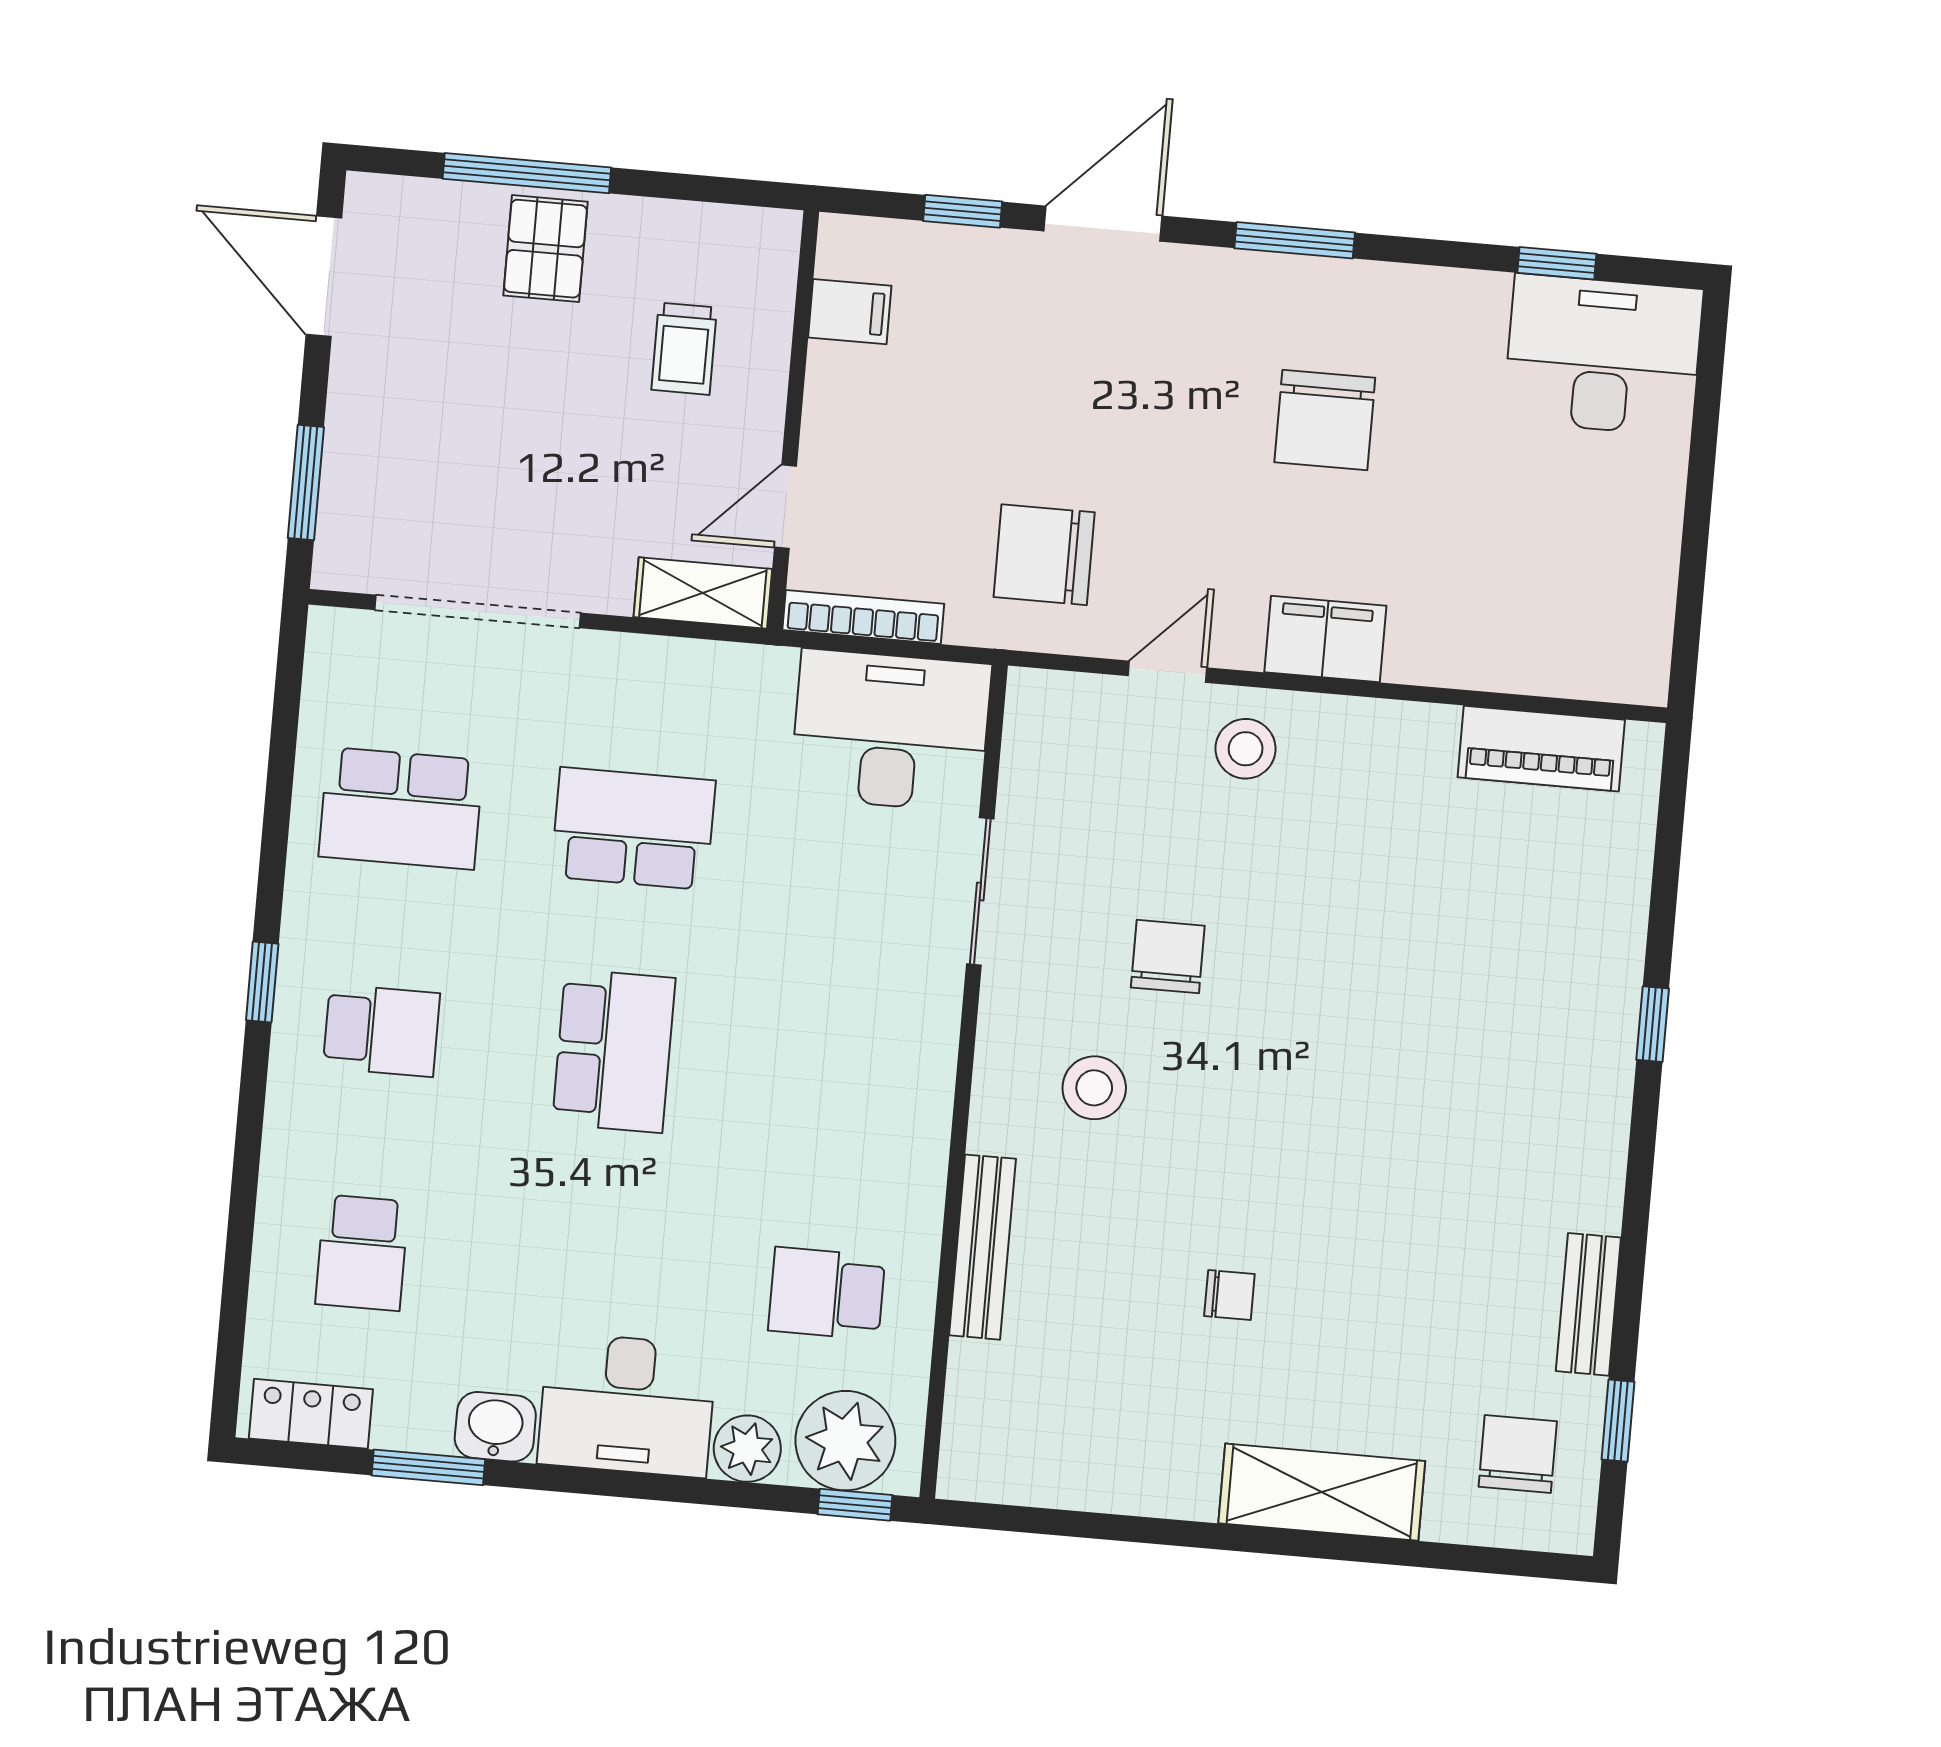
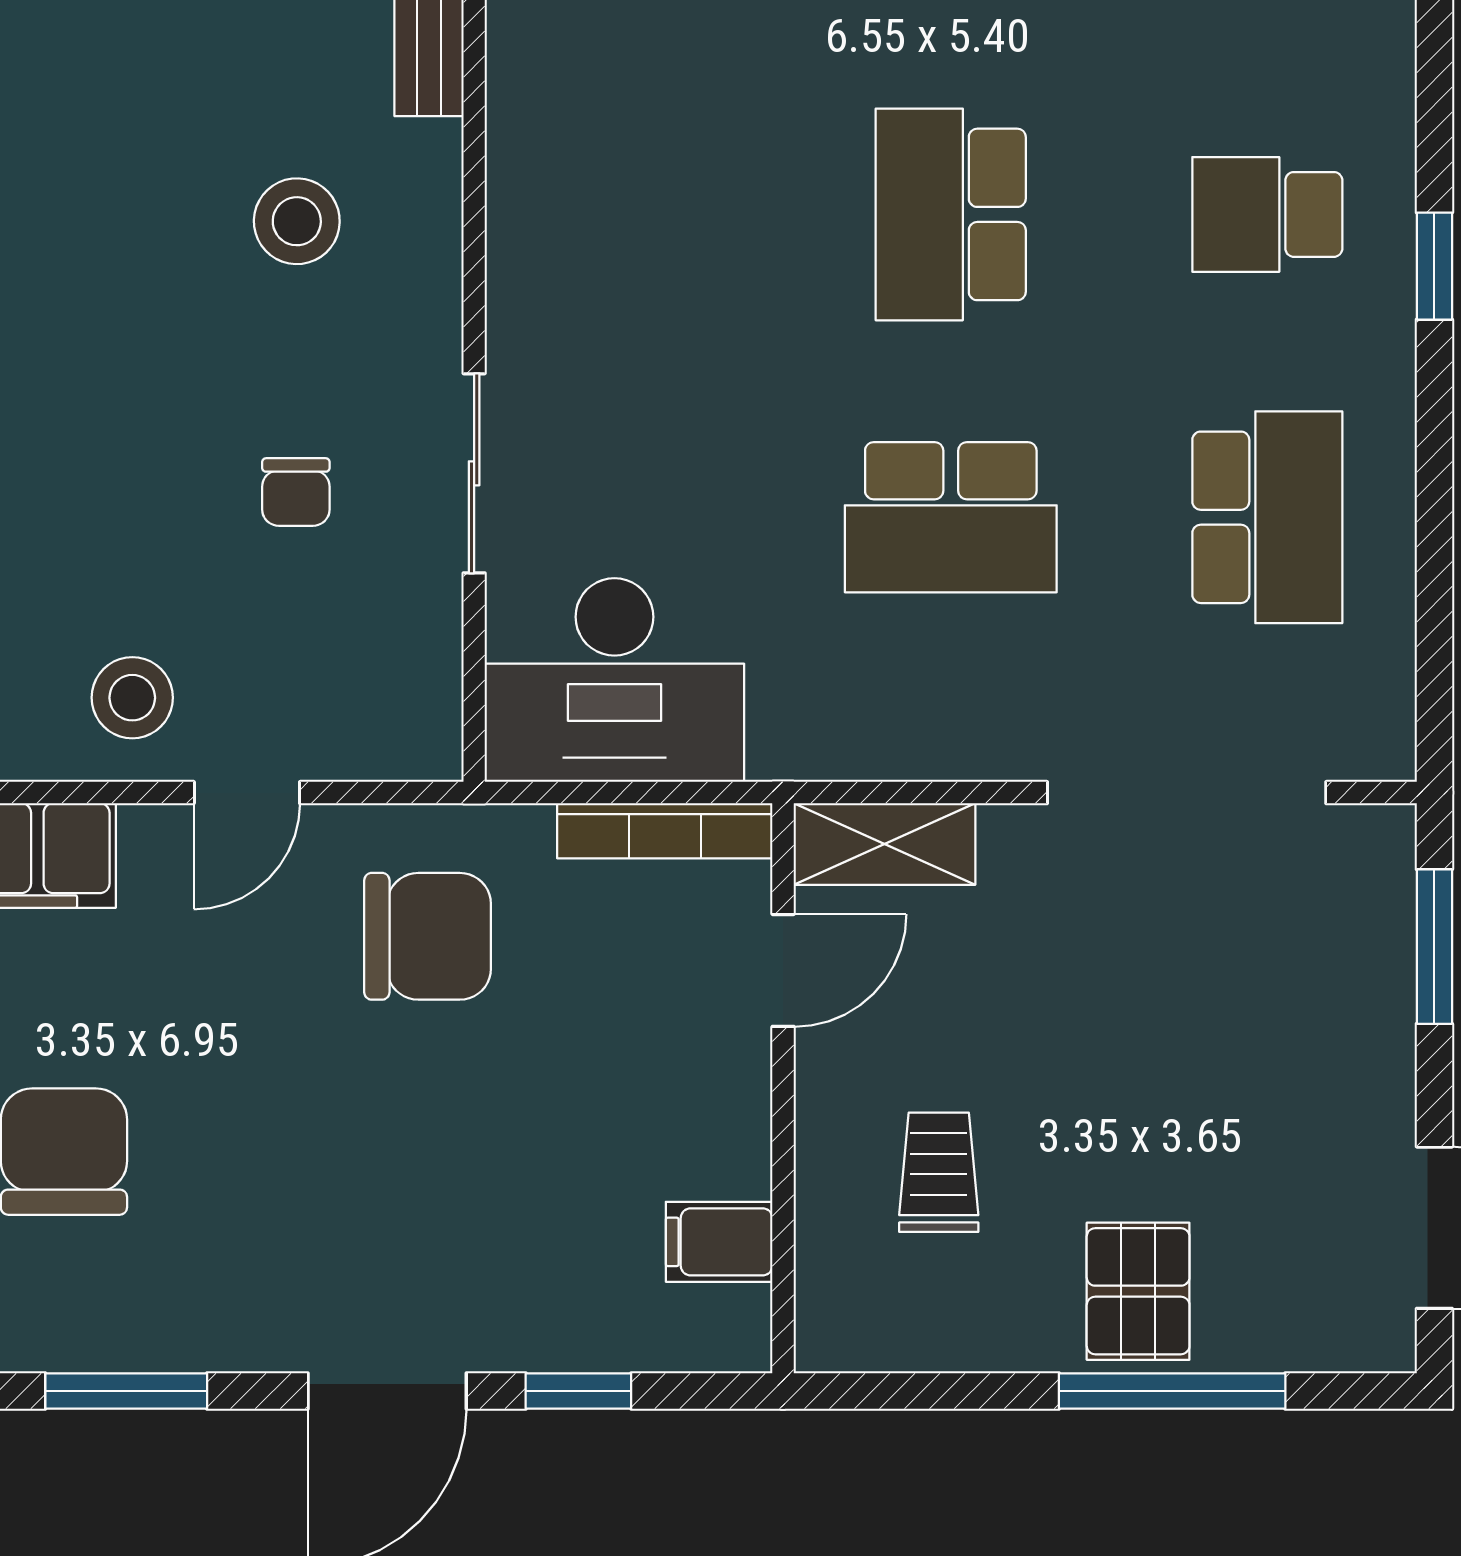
school desk: (401, 808) -> (1267, 517), turned 90
chair: (1168, 957) -> (296, 492), moved, width x0.73, depth x0.73

